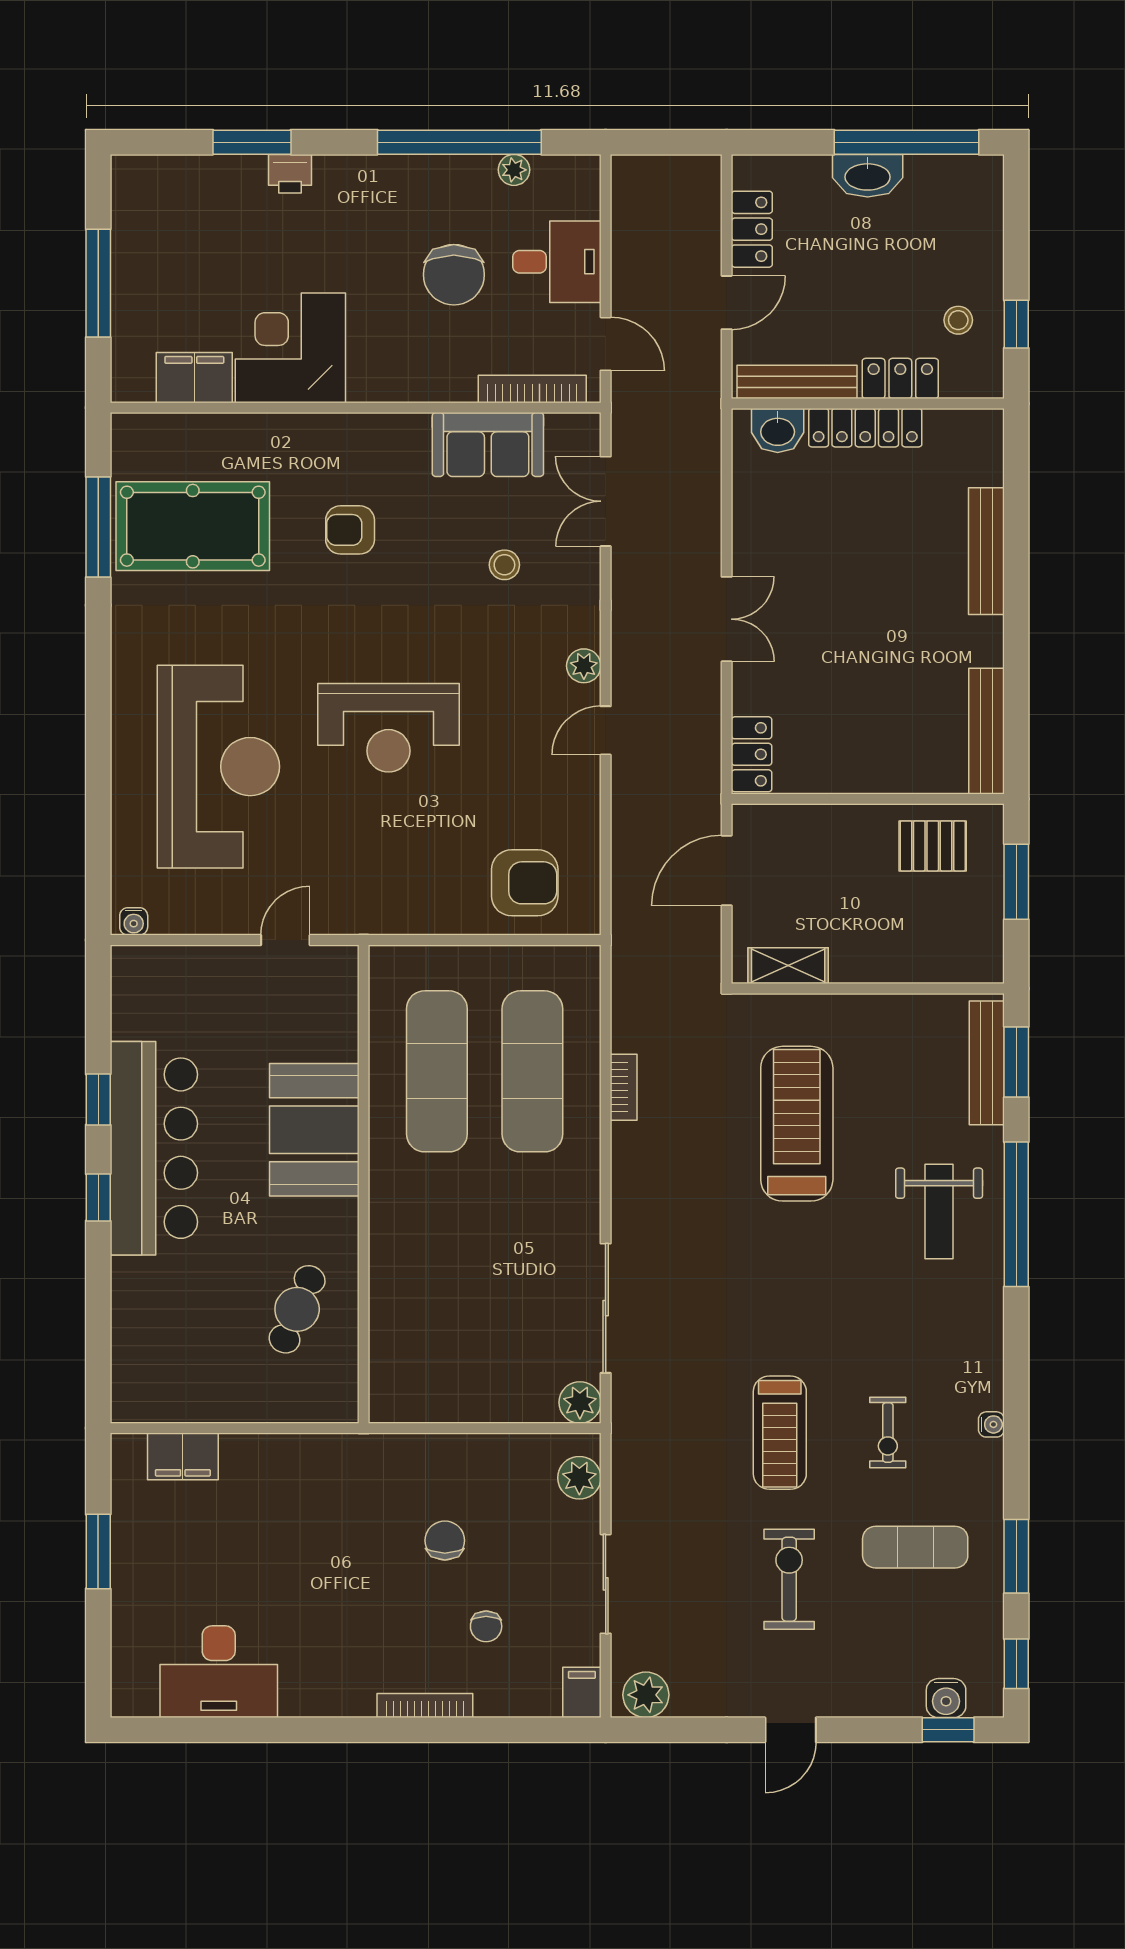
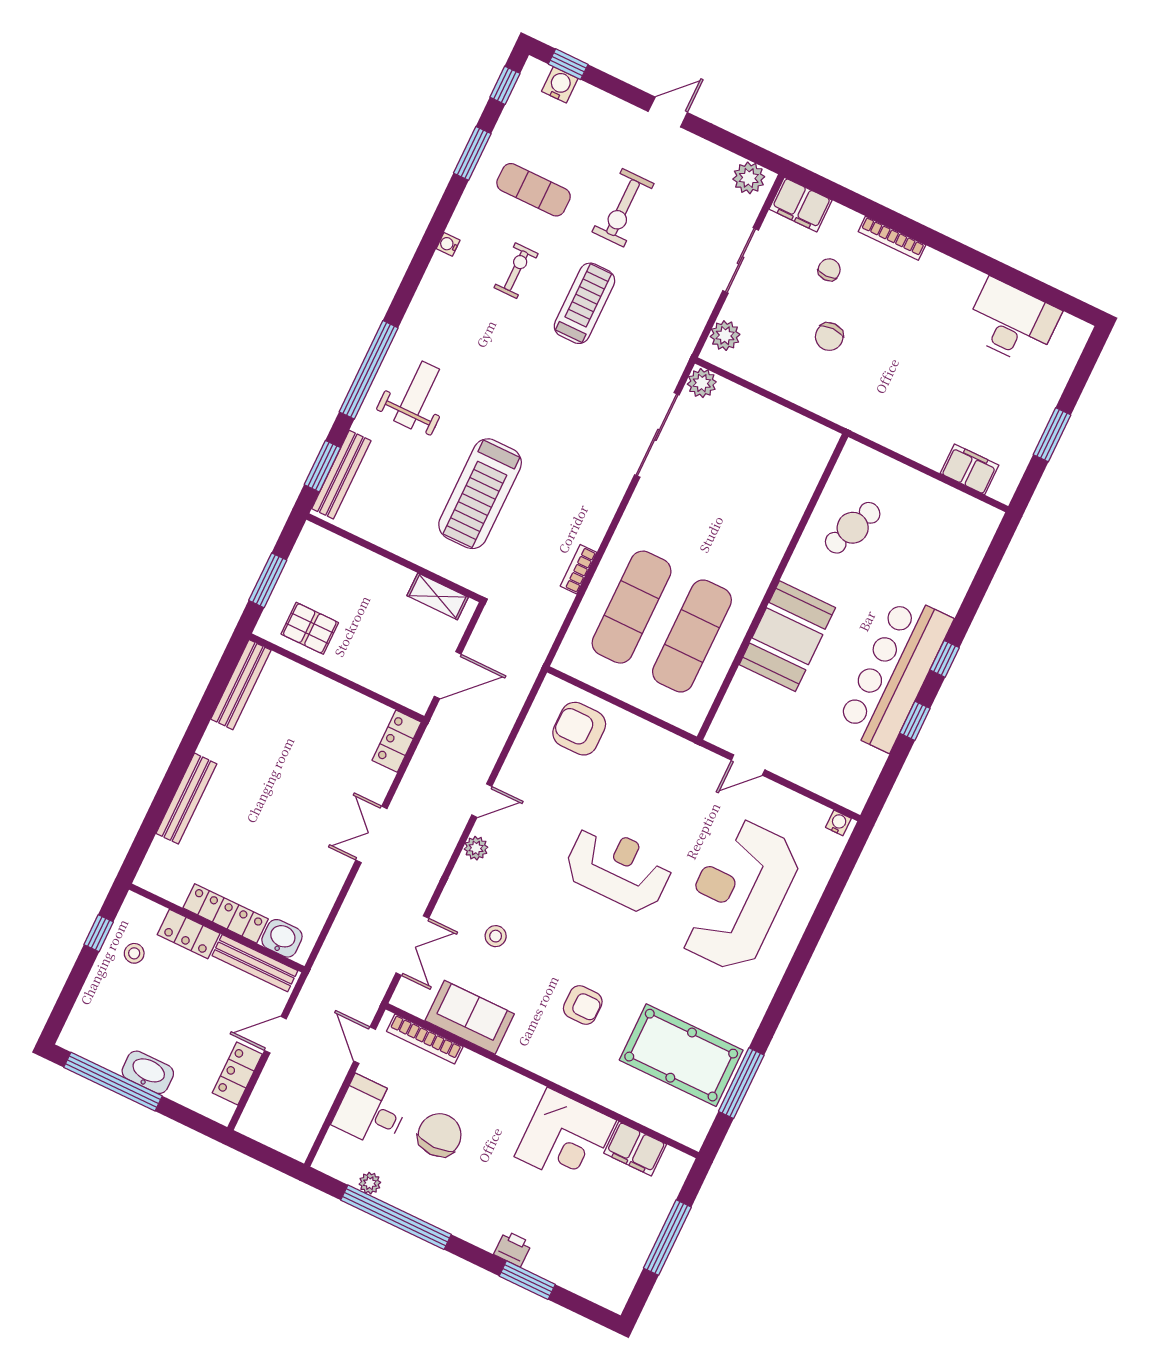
filing cabinet: (582, 1692) -> (801, 205), width x2.00

